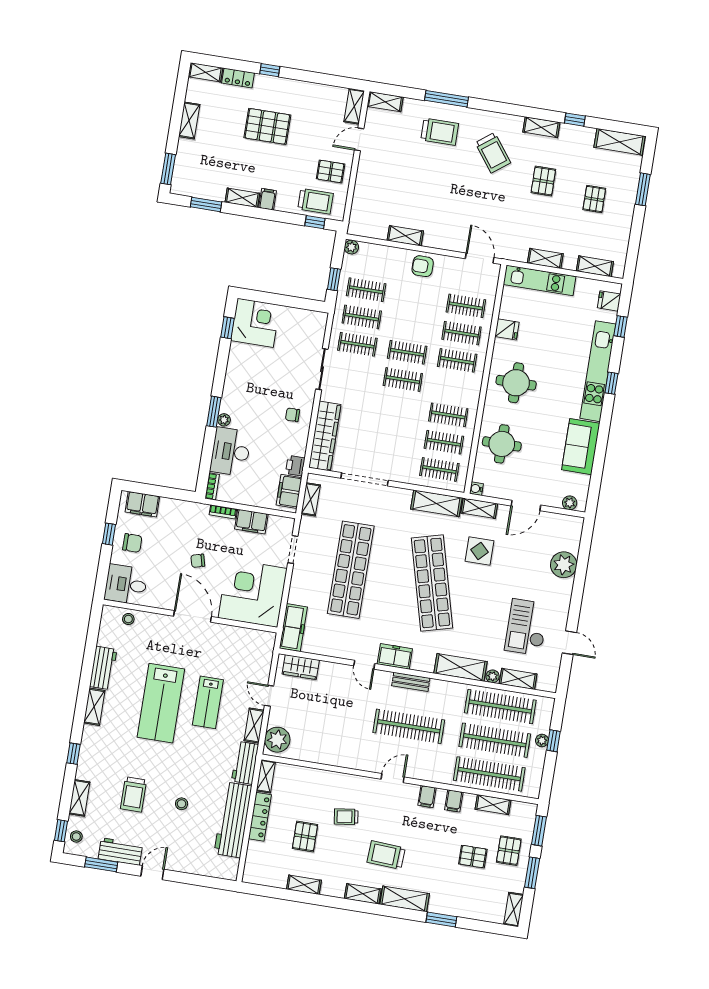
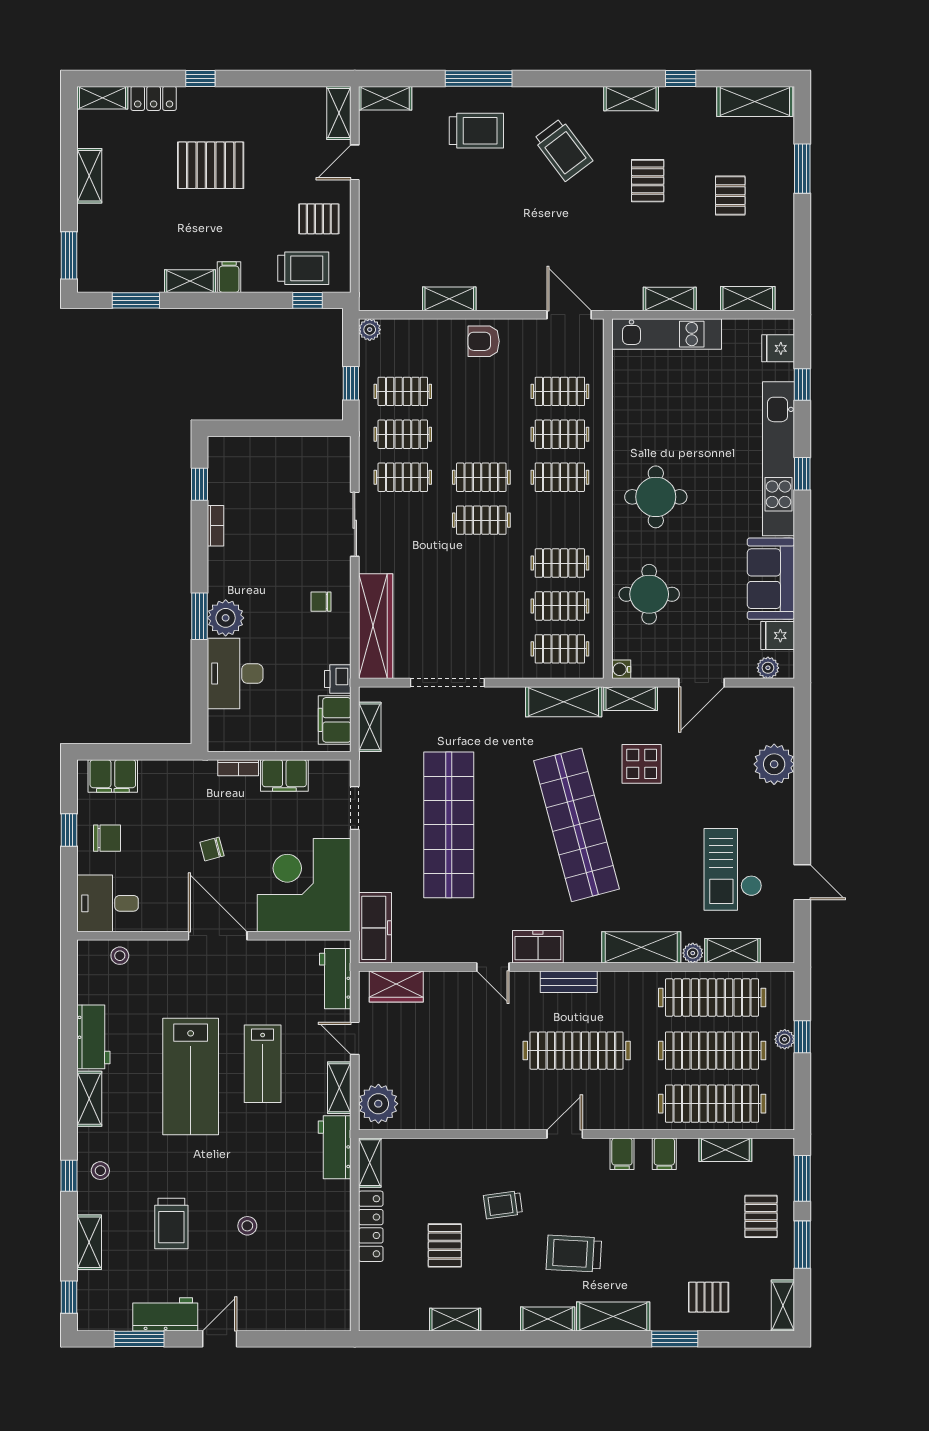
corner desk: (255, 323) -> (241, 470), removed
fridge: (507, 329) -> (778, 636), moved, turned 180
plant: (224, 420) -> (226, 618), width x1.88, depth x1.88
bookcase: (212, 486) -> (215, 526), moved
workbench: (233, 820) -> (335, 979), moved, width x0.53, depth x0.76
stool: (76, 837) -> (100, 1171), moved
pallet: (473, 857) -> (709, 1297), moved

